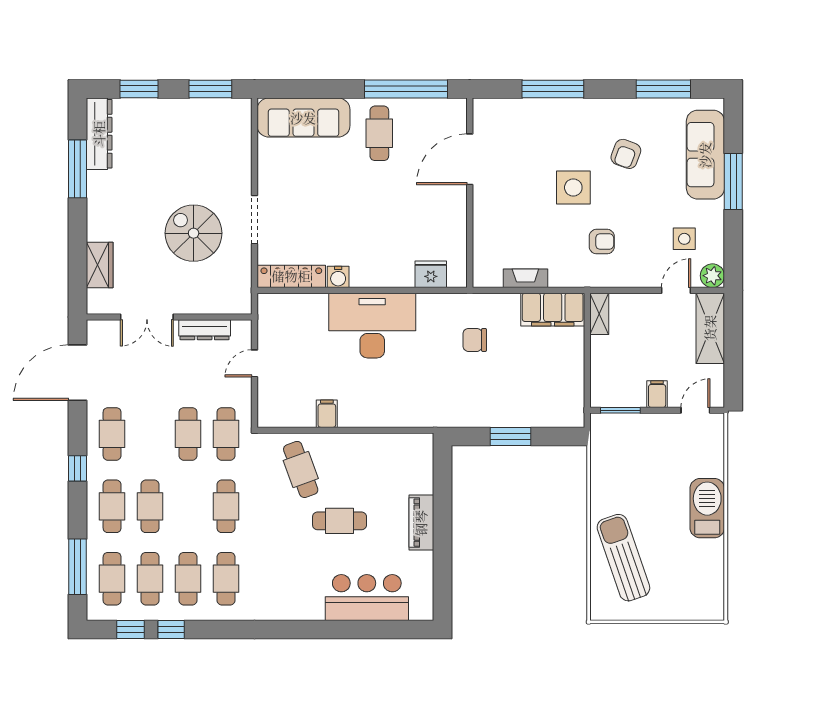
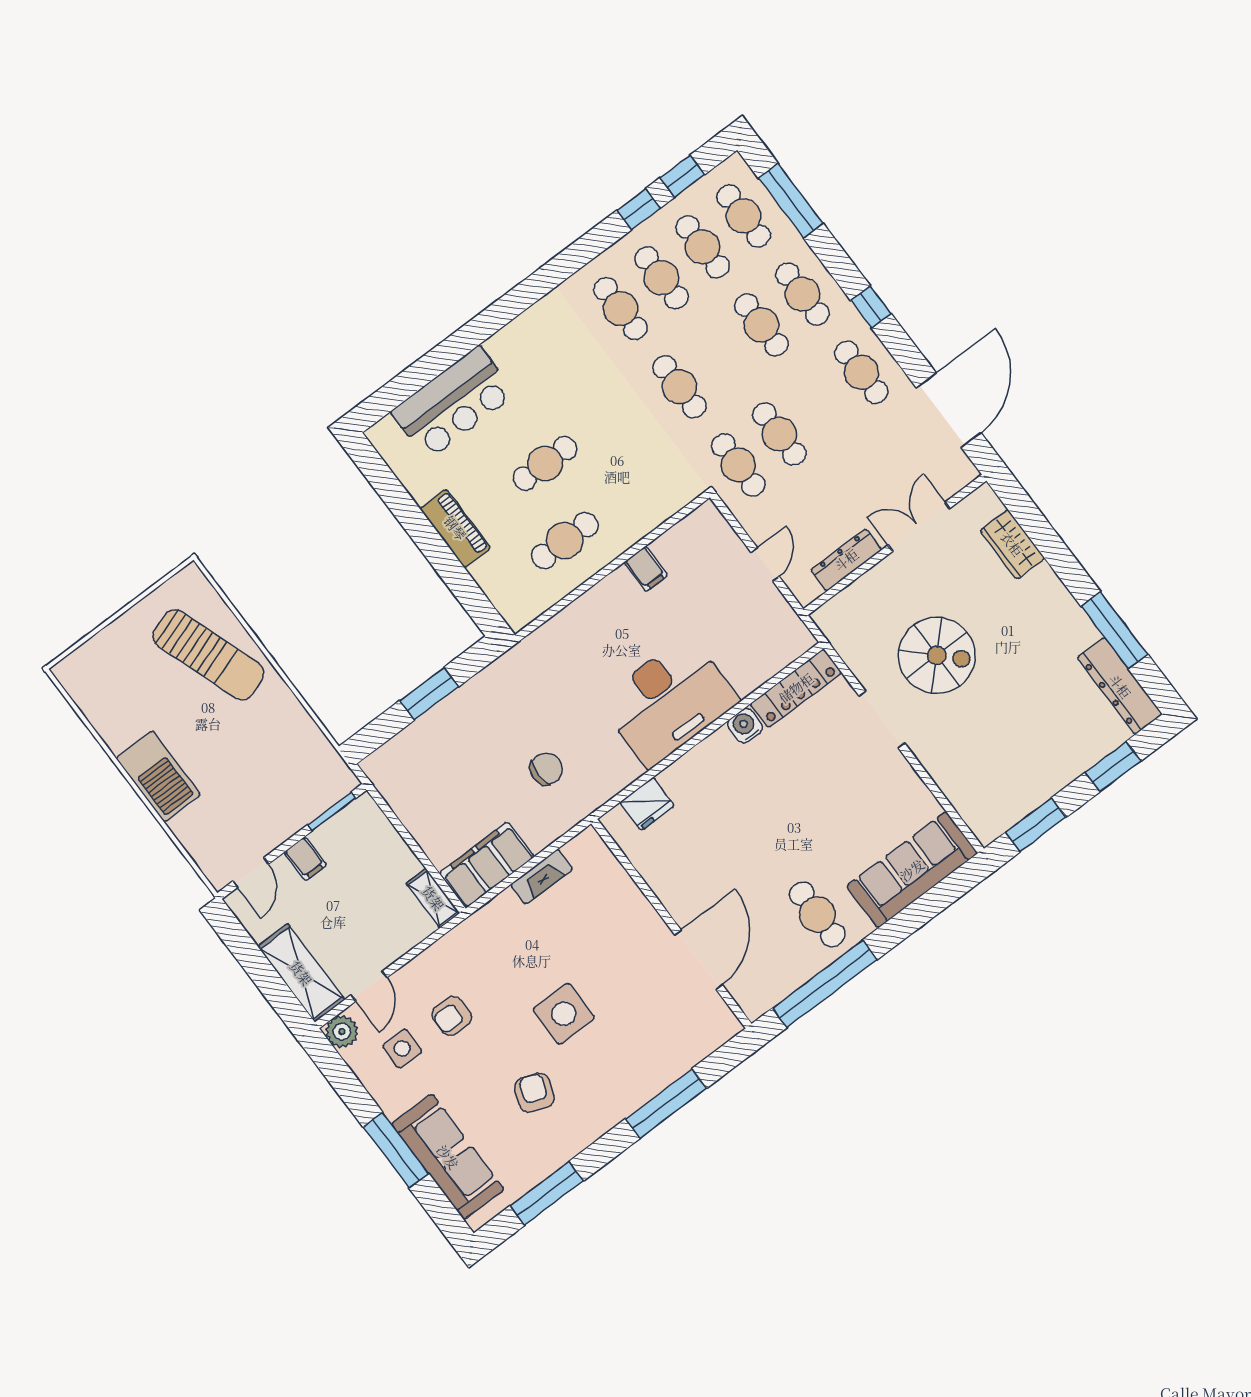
armchair: (602, 242) -> (452, 1016), moved
cafe table: (301, 469) -> (565, 541), moved, turned -70

